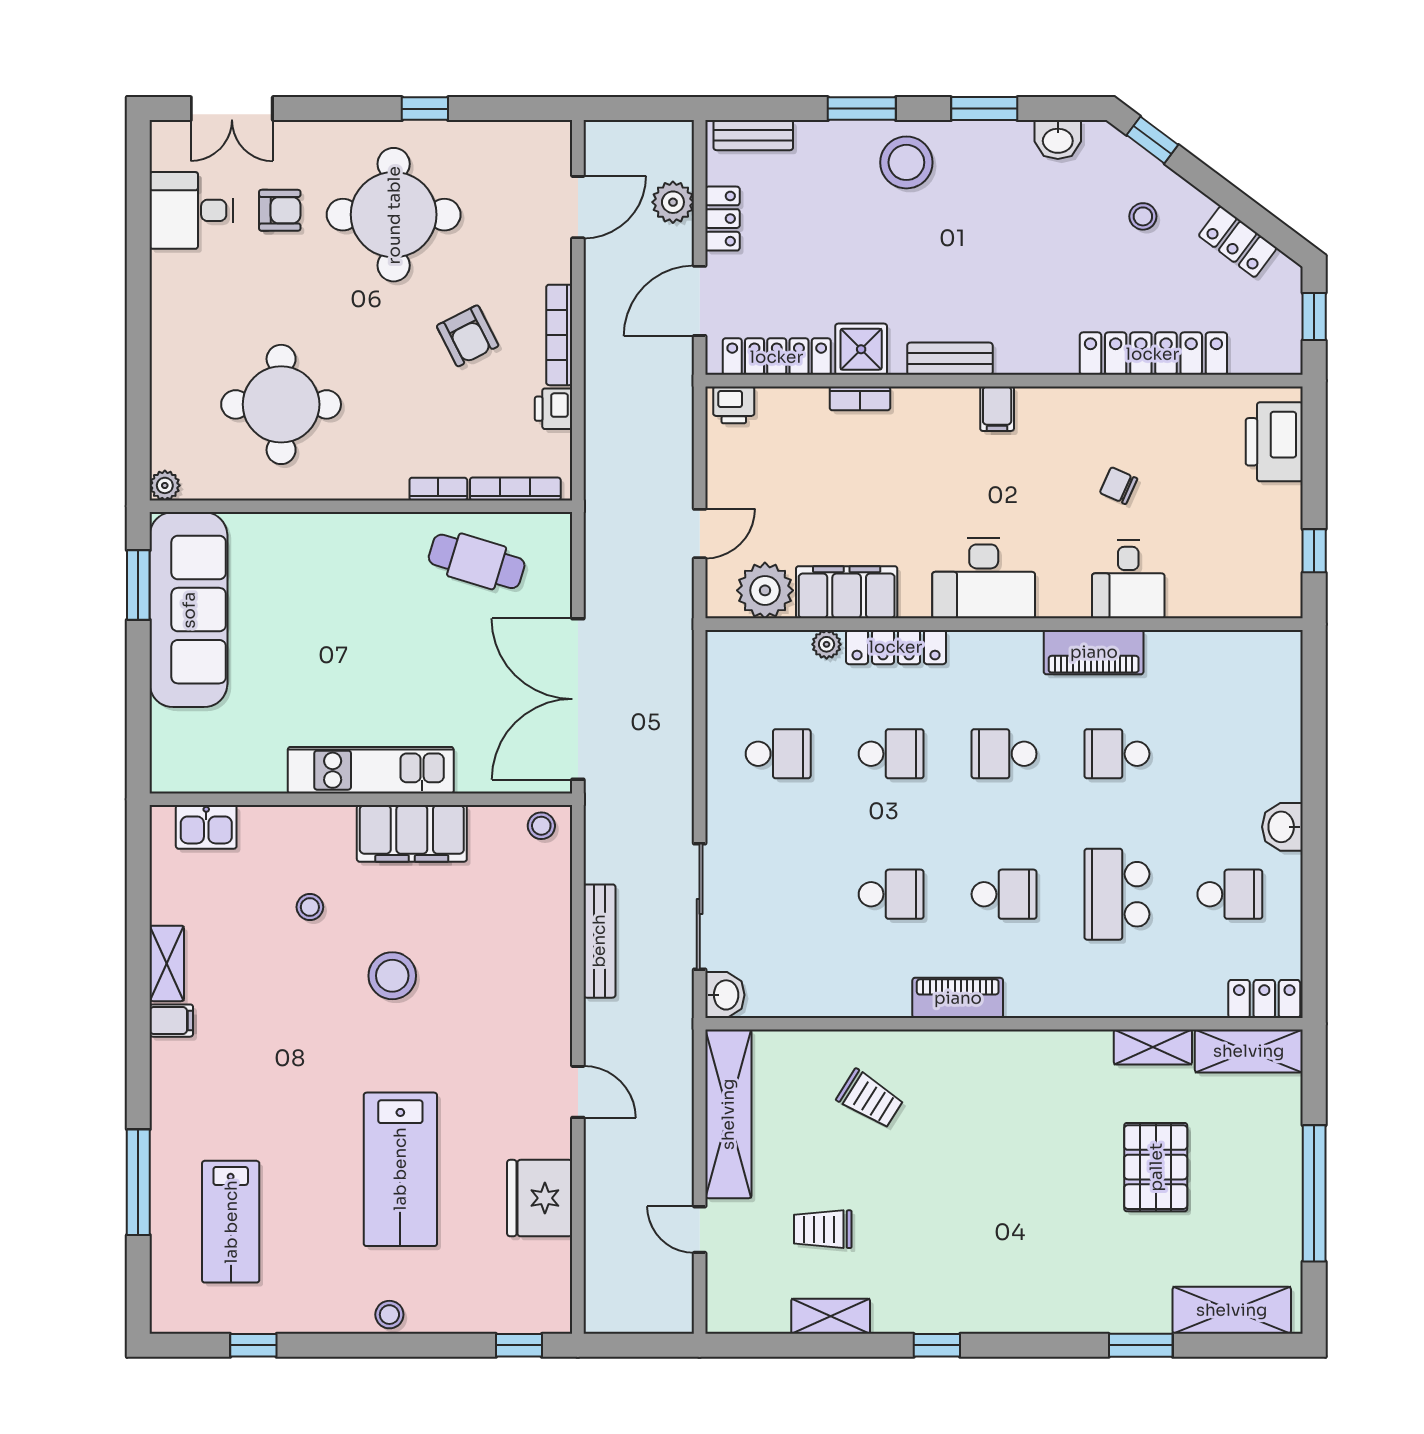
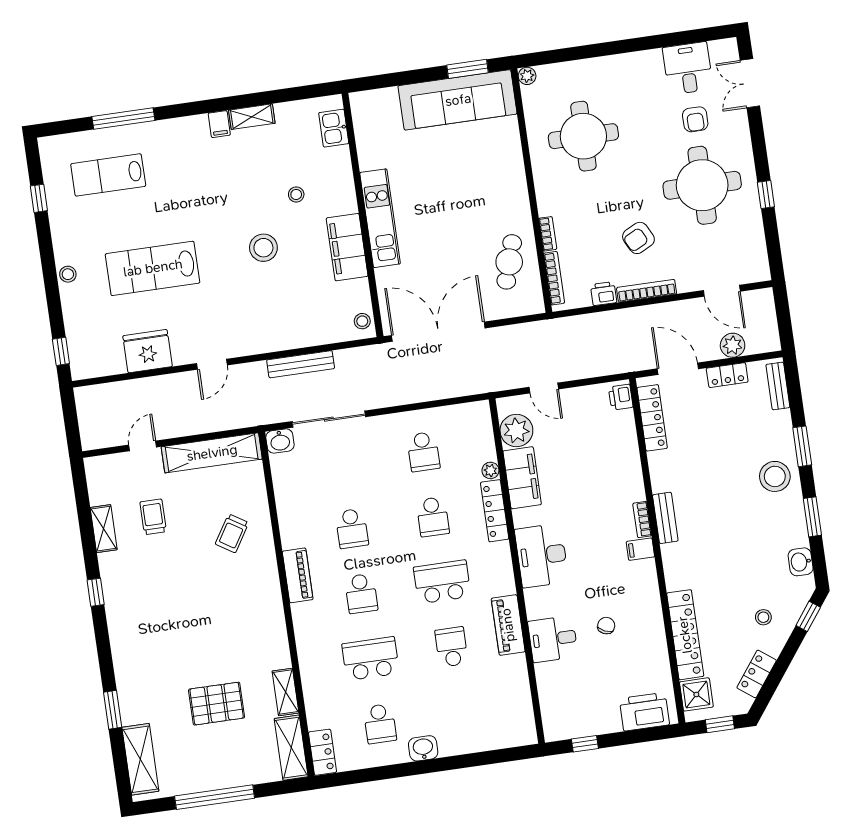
shower: (861, 349) -> (696, 694), moved
bookcase: (860, 398) -> (642, 520), moved
school desk: (1004, 754) -> (442, 582), width x1.85

